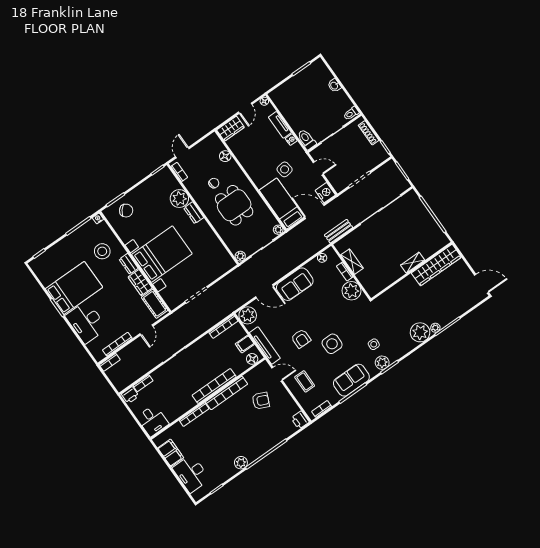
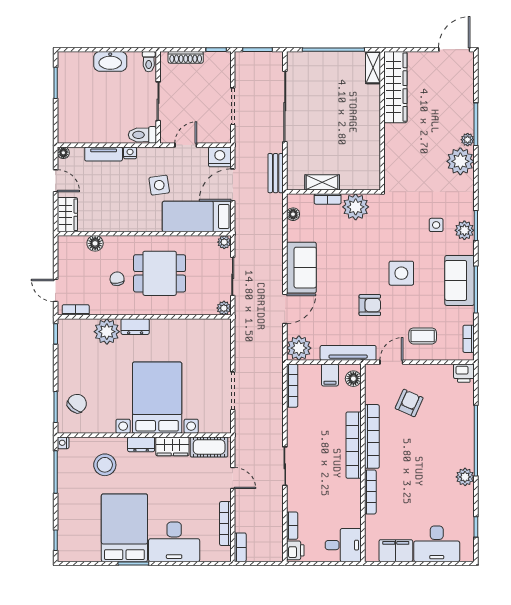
washbasin: (334, 85) -> (110, 61), width x1.91, depth x1.45
shelving: (413, 263) -> (373, 68), moved

